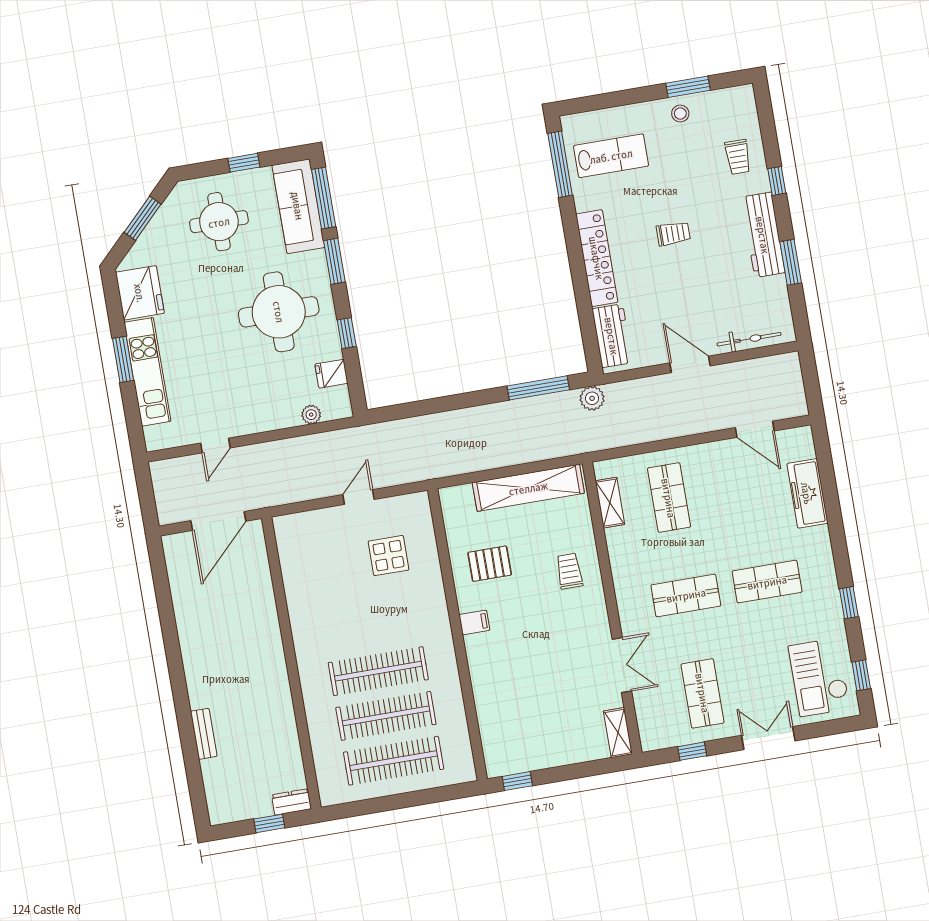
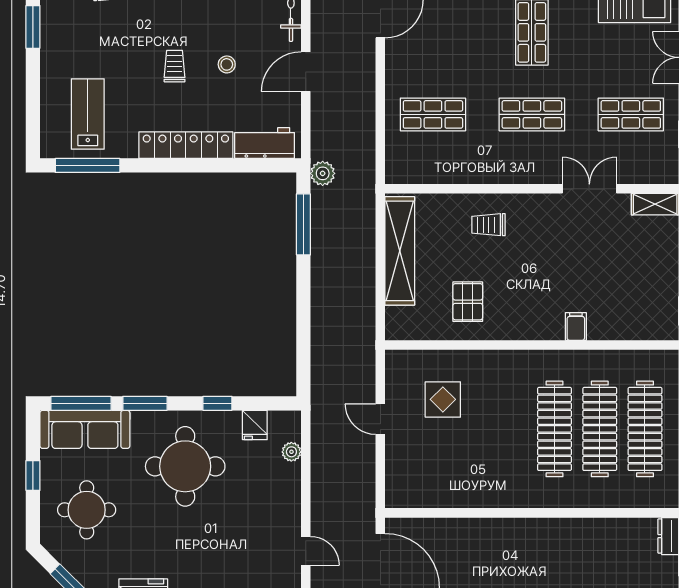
stool: (680, 114) -> (227, 64), moved
shelving: (610, 503) -> (428, 173), removed
shop shelf: (686, 595) -> (532, 114), turned 90
filing cabinet: (474, 622) -> (576, 326), moved

